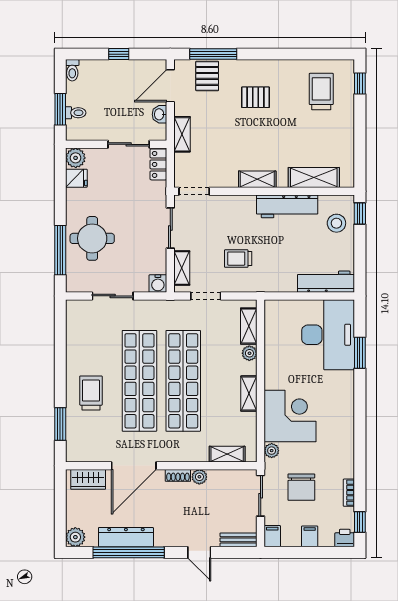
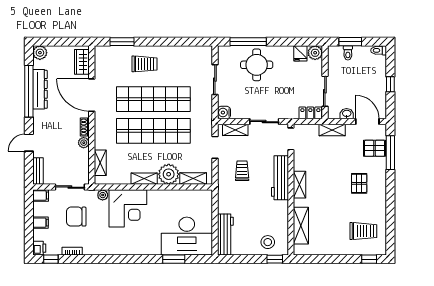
workbench: (287, 206) -> (280, 178), moved
plant: (249, 353) -> (169, 174), width x1.87, depth x1.87

